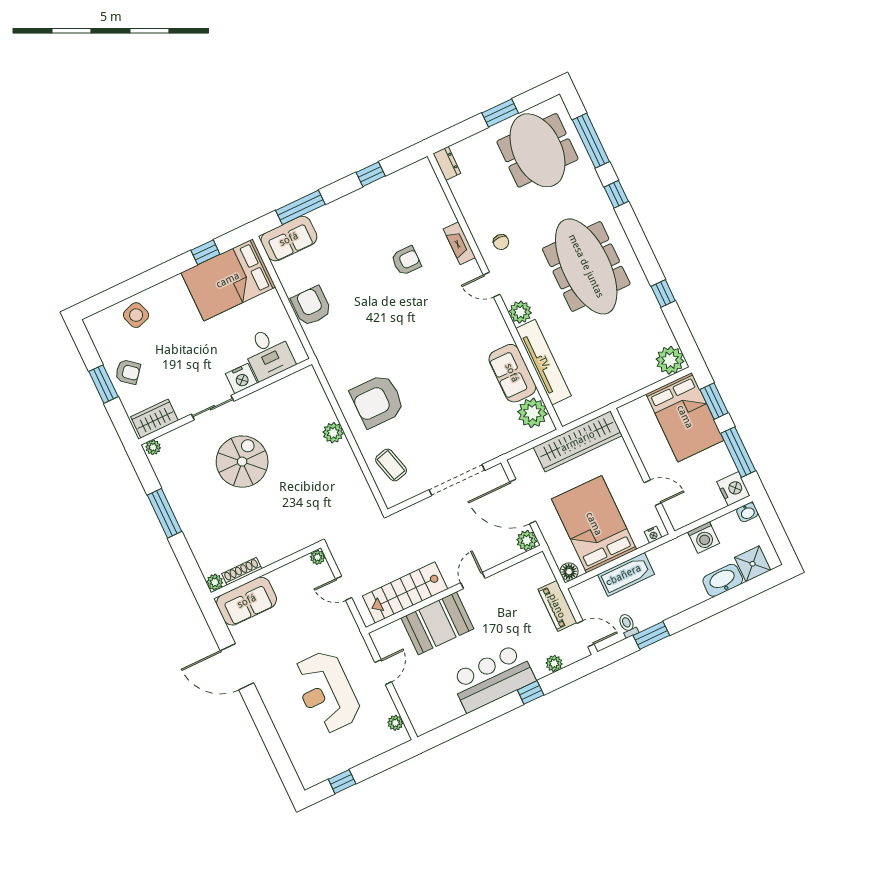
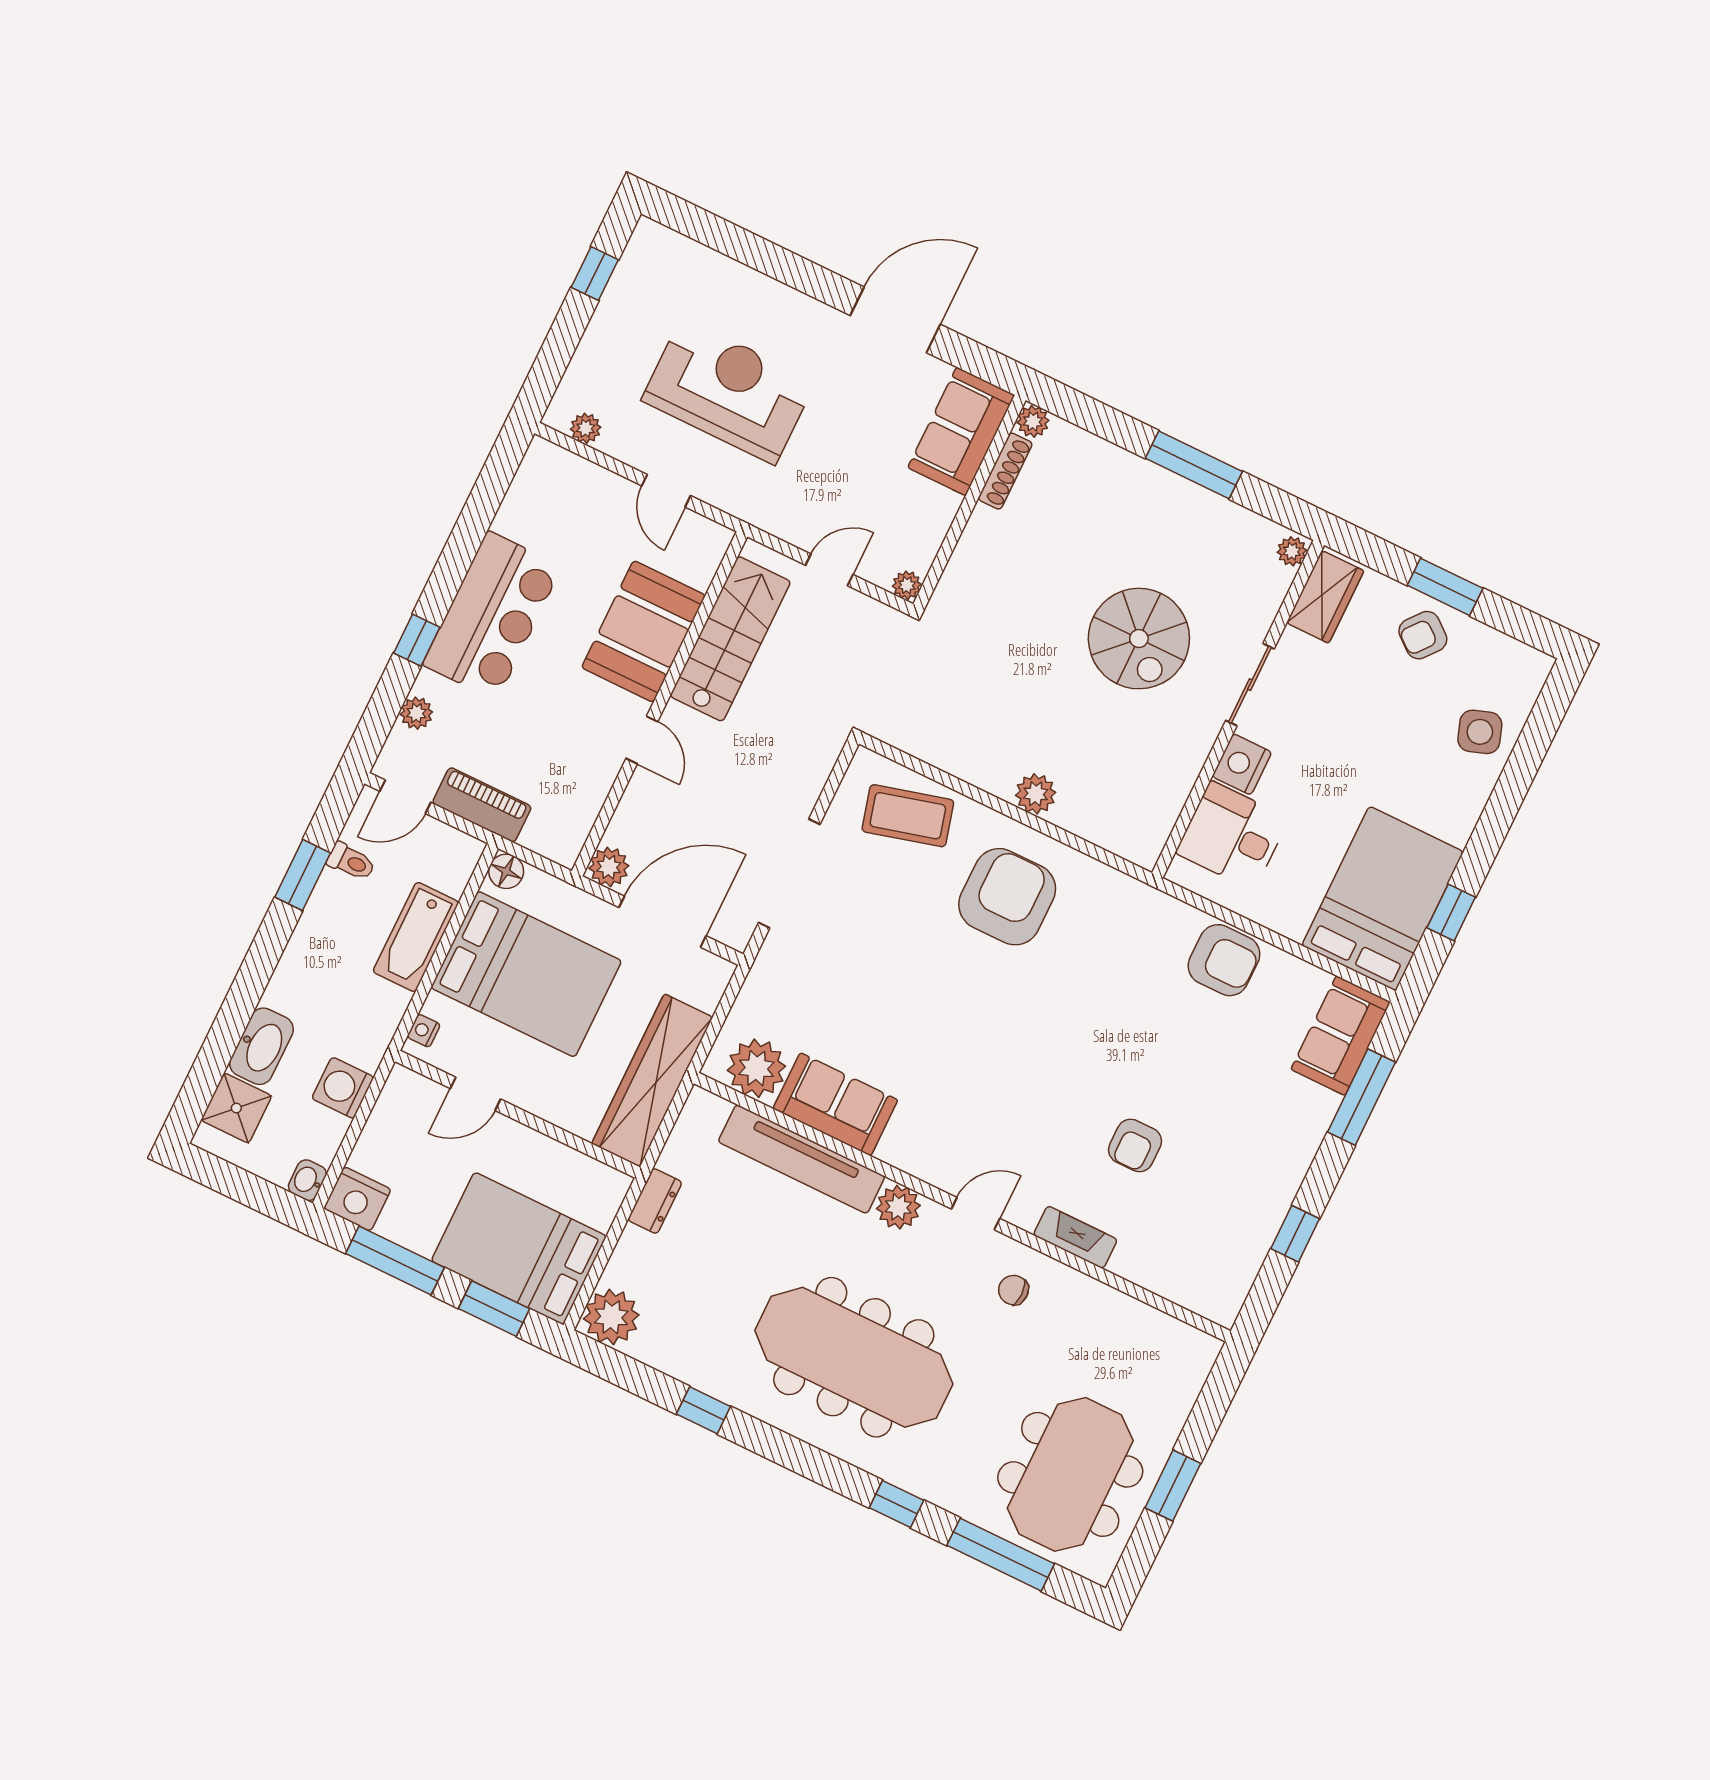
meeting table: (537, 150) -> (1070, 1474), turned 90
dresser: (447, 163) -> (655, 1201), moved, turned -90
coffee table: (391, 465) -> (908, 816), width x1.36, depth x1.30

